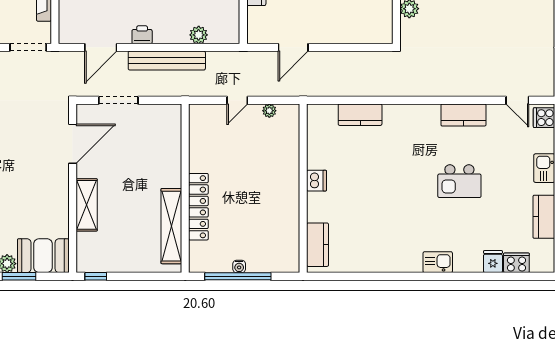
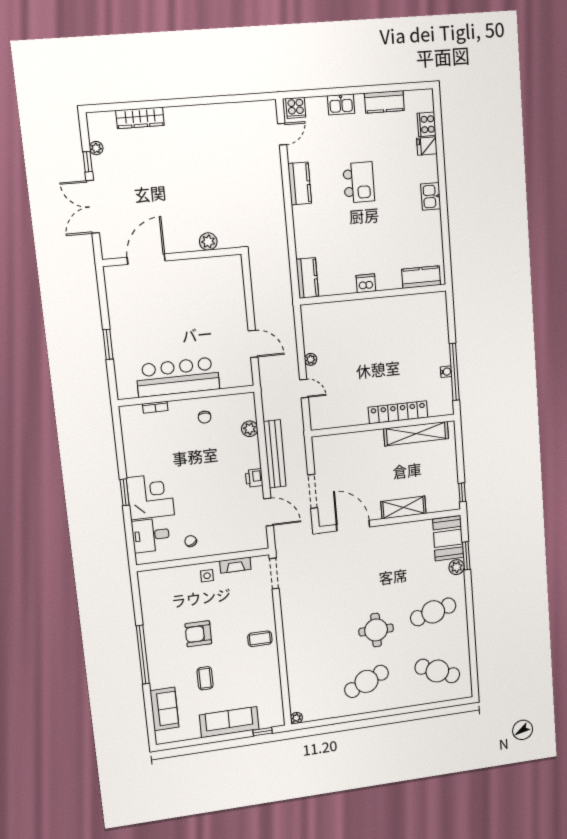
dishwasher: (316, 181) -> (366, 283), moved
wall: (303, 188) -> (373, 295), moved
kitchen counter: (318, 245) -> (421, 277), moved

